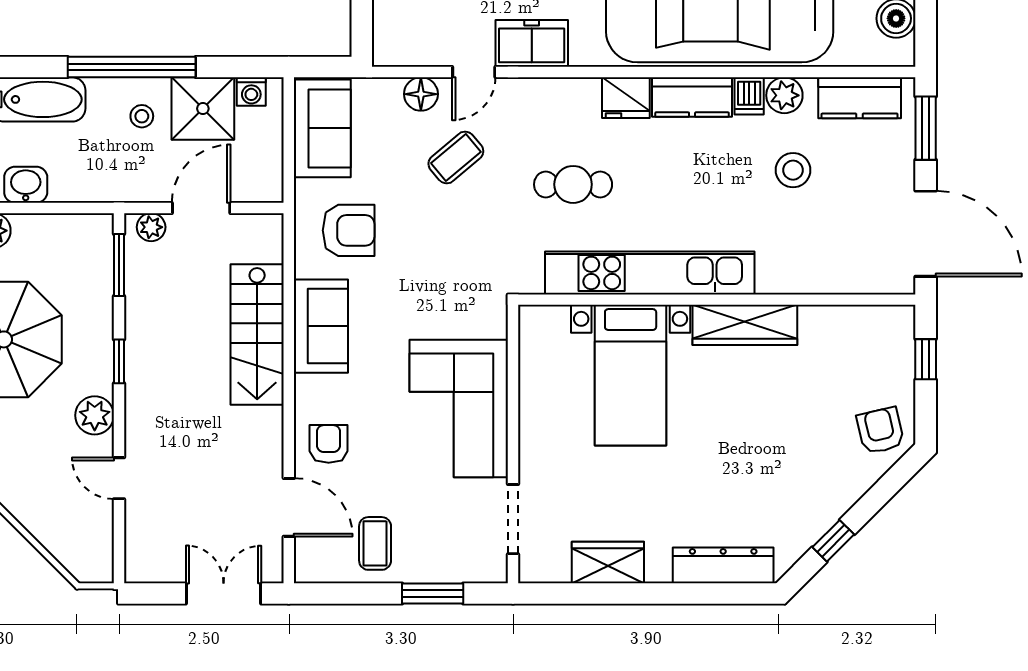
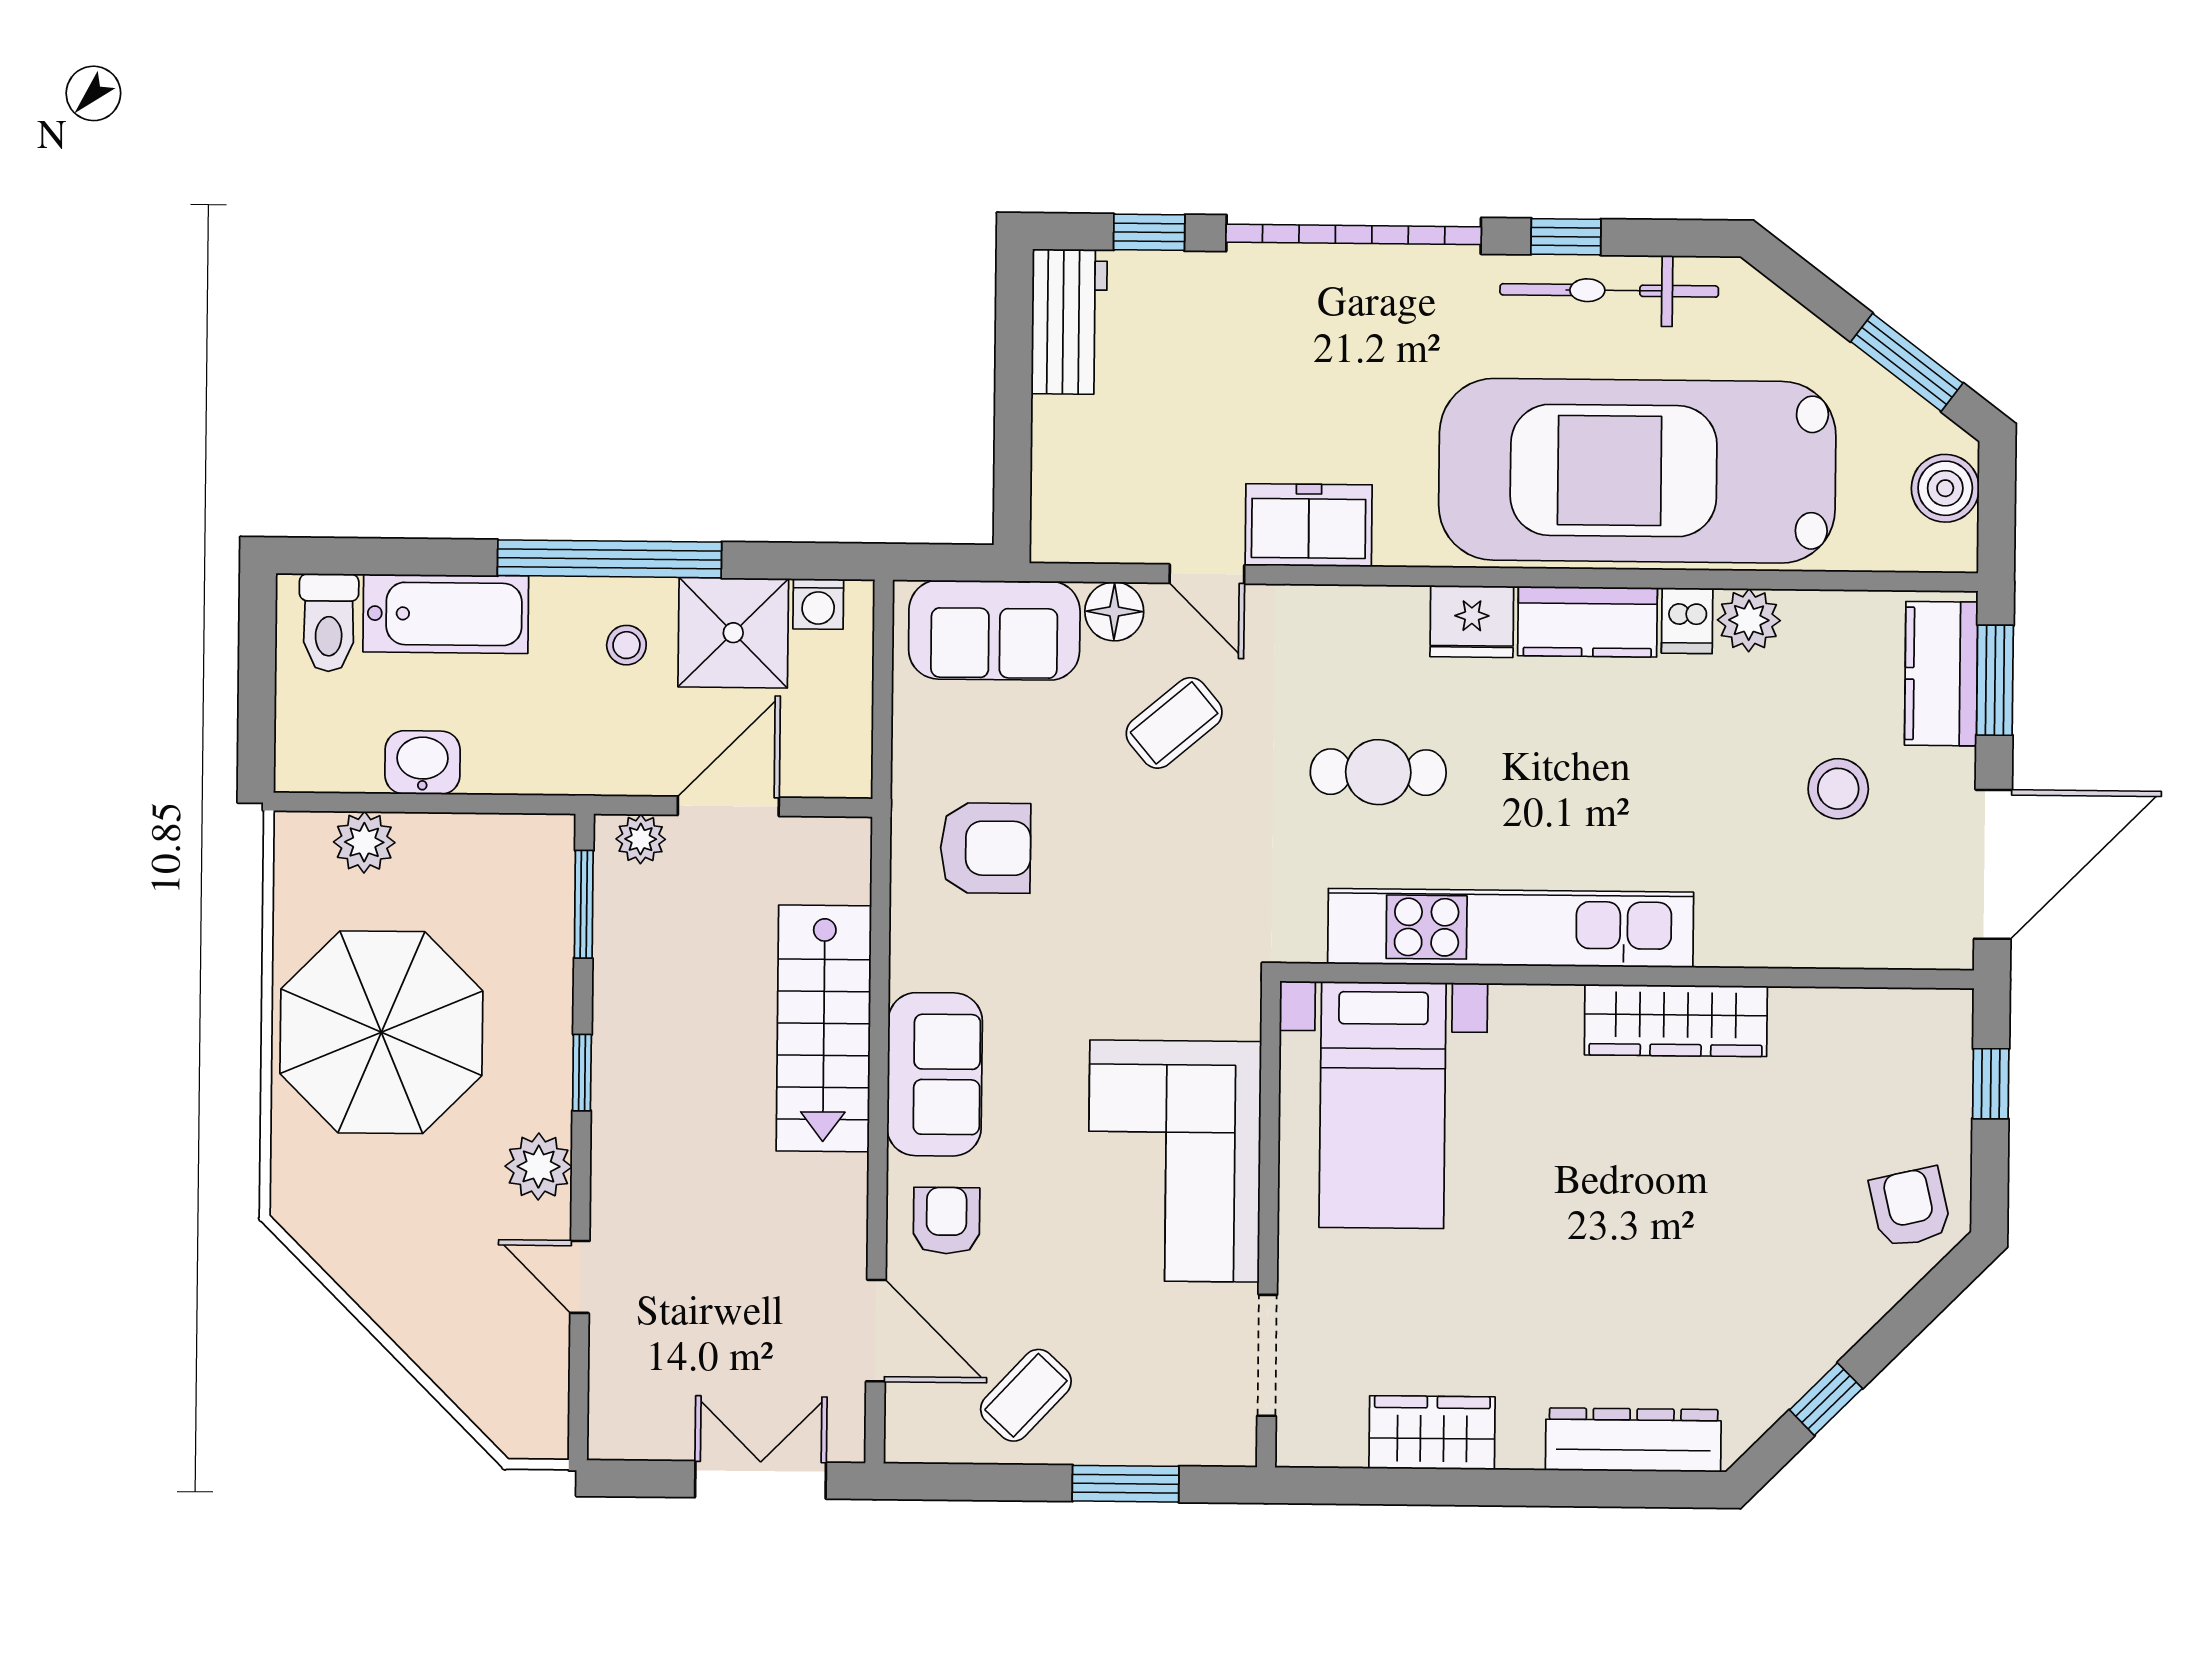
door: (474, 72) -> (1207, 574), hinge flipped
kitchen counter: (860, 98) -> (1941, 674), moved, turned 90
sofa: (322, 128) -> (994, 630), moved, turned 90
stool: (793, 170) -> (1838, 789), moved
door: (926, 234) -> (1993, 864), hinge flipped
sofa: (321, 326) -> (935, 1074), moved
bed with nightstands: (631, 375) -> (1383, 1105), moved
coffee table: (375, 543) -> (1026, 1395), turned 43

